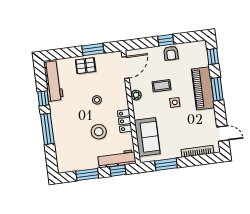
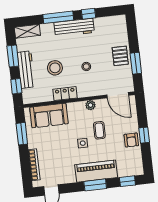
armchair: (171, 53) -> (131, 140), turned -90
workbench: (53, 81) -> (74, 28), moved
workbench: (117, 159) -> (26, 70), moved
shelving: (62, 160) -> (27, 31), added

